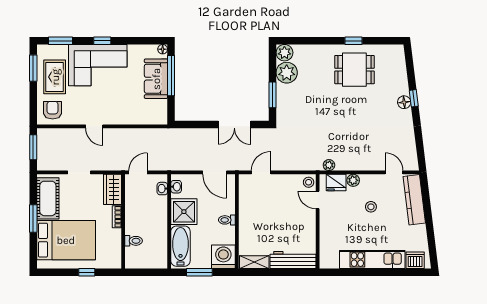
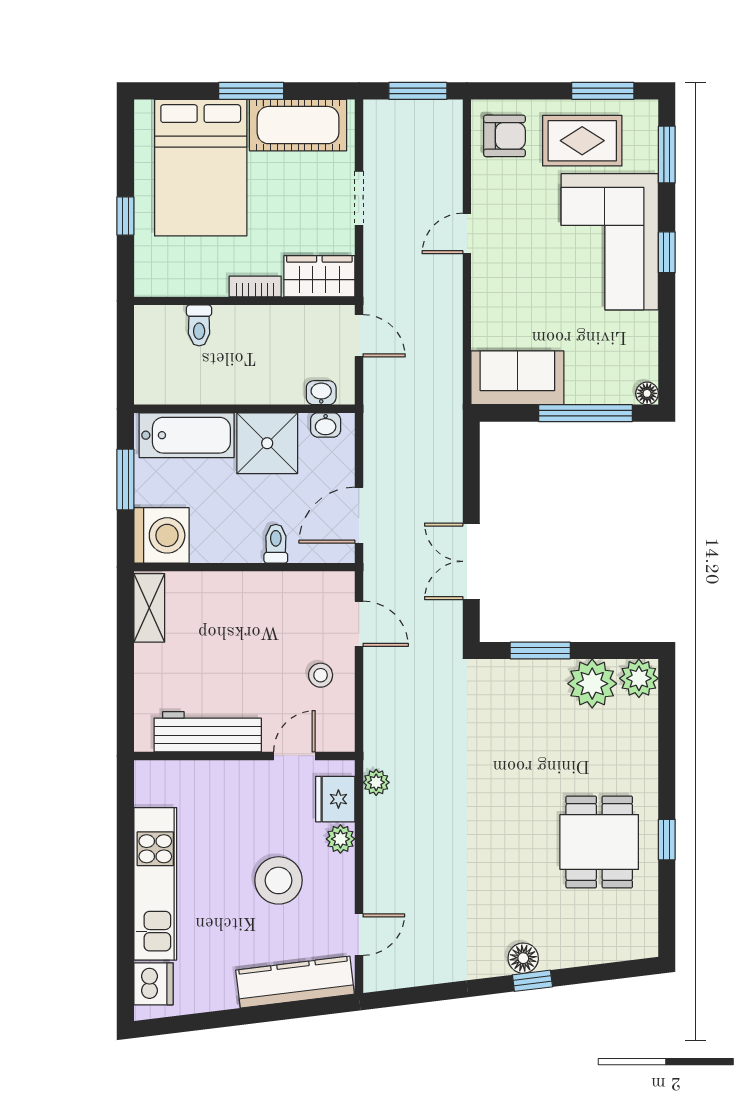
sofa: (156, 79) -> (517, 378), moved
stool: (309, 182) -> (321, 675), moved
stool: (371, 207) -> (279, 880), width x1.89, depth x1.89
toilet: (227, 220) -> (276, 544), moved
workbench: (293, 260) -> (208, 732), moved, turned -90

